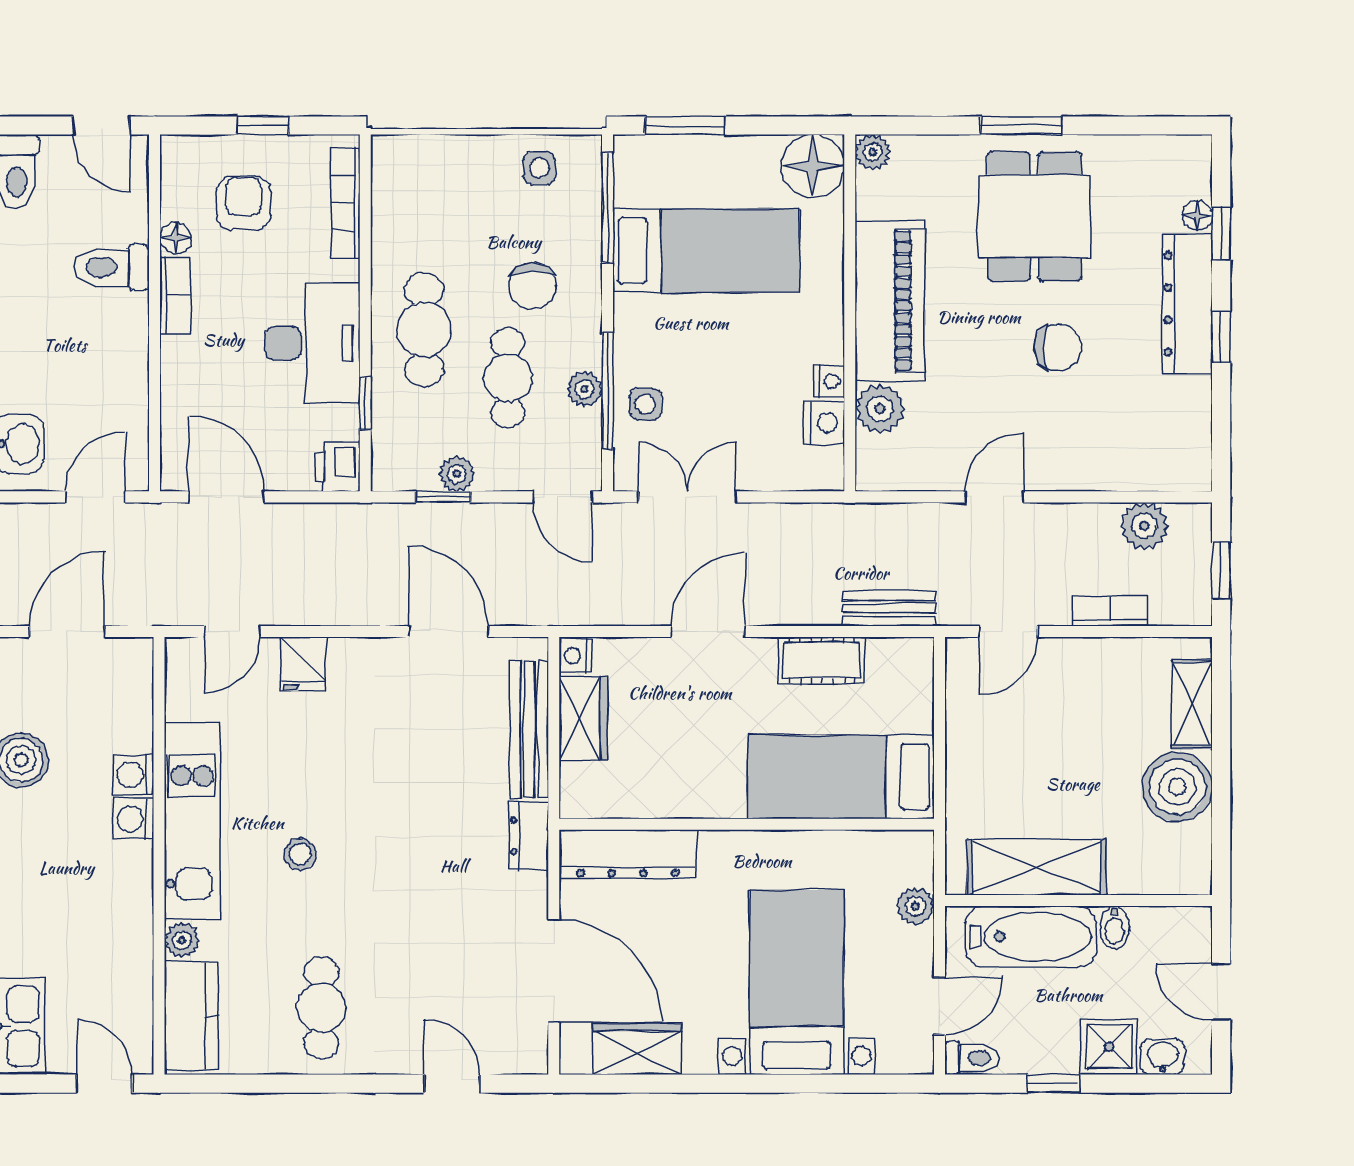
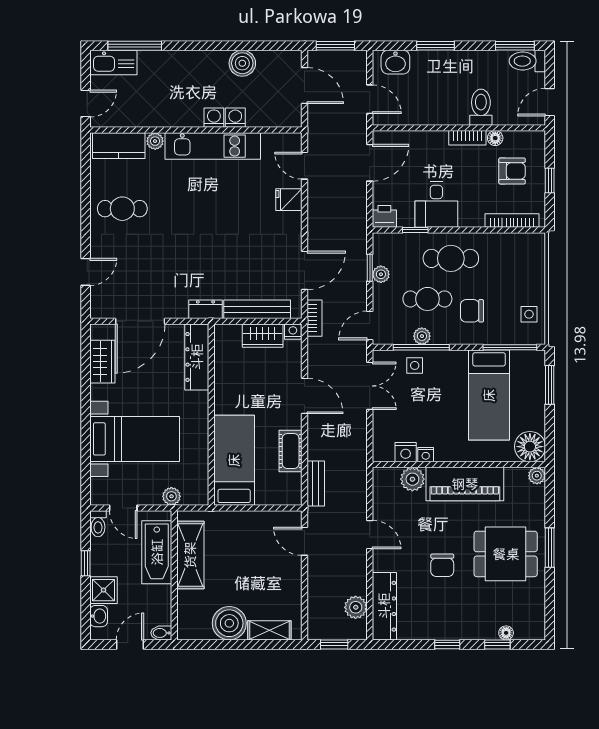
dresser: (1187, 304) -> (384, 606), moved, turned 90
desk: (313, 343) -> (436, 204), width x0.73
bookcase: (1110, 611) -> (314, 318), moved
stool: (300, 854) -> (197, 198), removed
bidet: (1115, 927) -> (161, 633), moved

